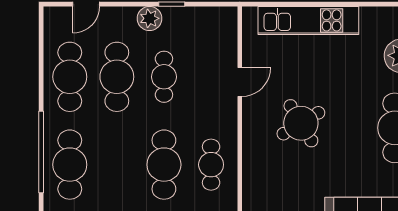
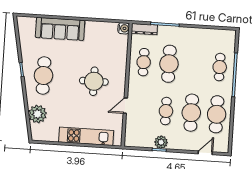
plant: (149, 18) -> (161, 142), moved
round table: (301, 123) -> (94, 81), turned 31
cafe table: (70, 165) -> (220, 67), width x0.73, depth x0.74

